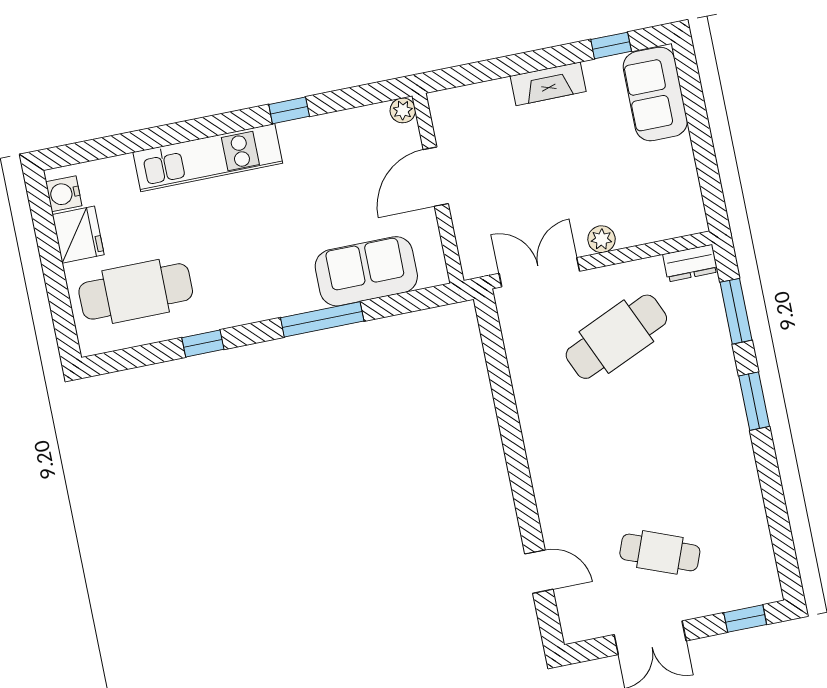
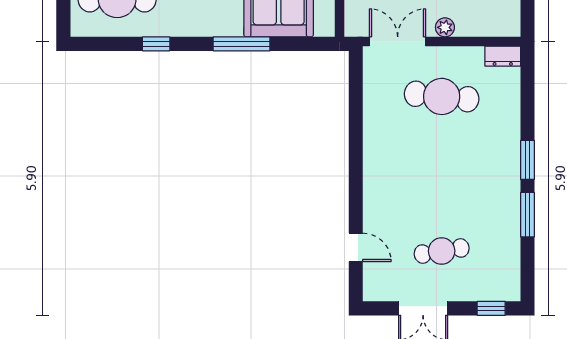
window: (736, 311) -> (527, 215), moved
cafe table: (616, 337) -> (442, 96), turned 30
cafe table: (660, 552) -> (442, 251), turned -30

